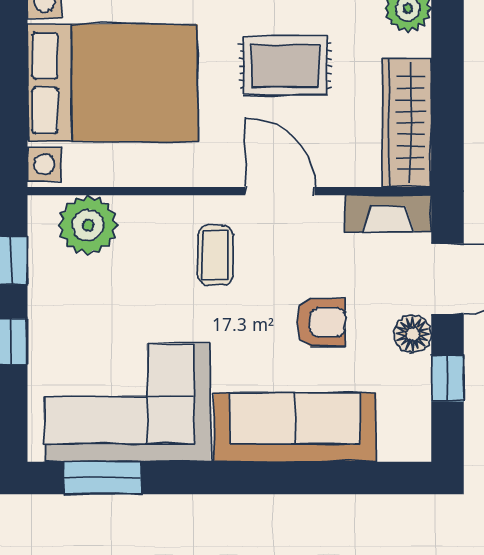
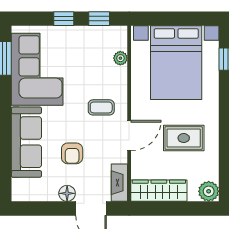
rug: (286, 66) -> (184, 138), turned 90
plant: (88, 225) -> (120, 58), width x0.53, depth x0.53
window: (448, 378) -> (48, 209), removed

